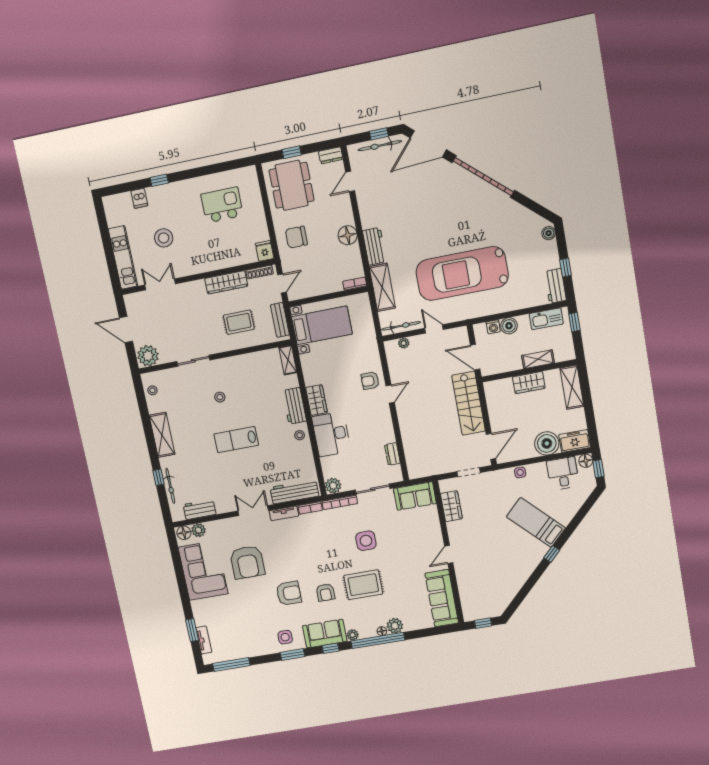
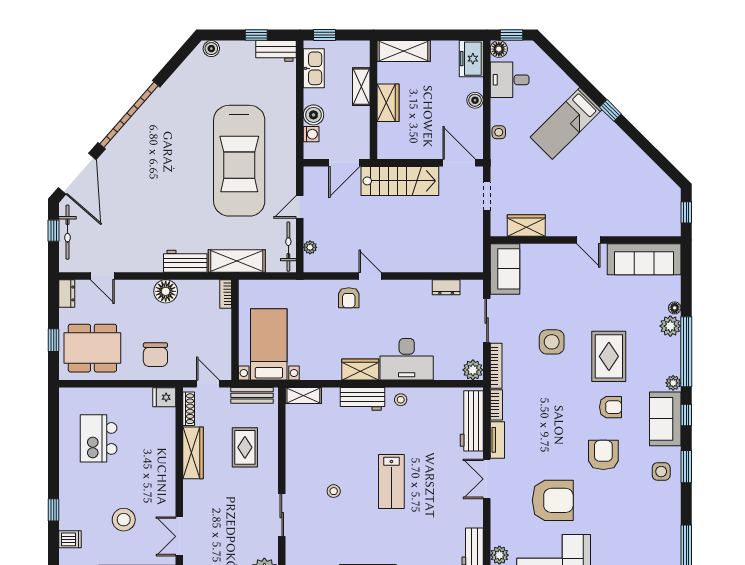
boiler: (547, 443) -> (475, 100), width x0.54, depth x0.54
floor lamp: (382, 631) -> (675, 308), moved

